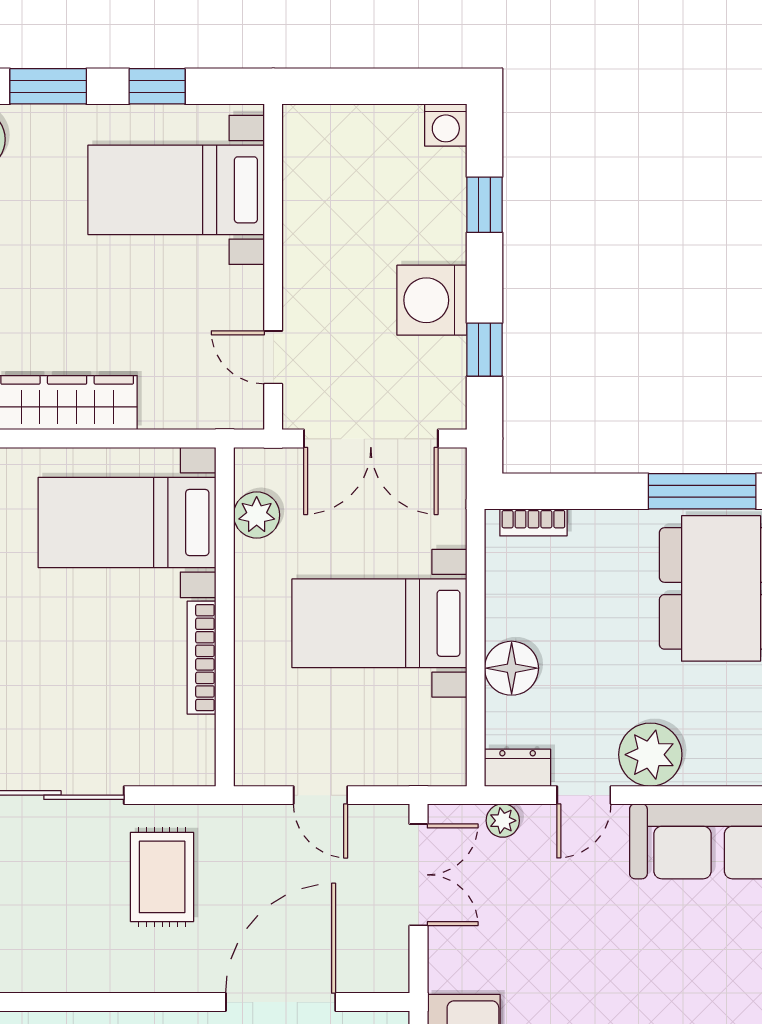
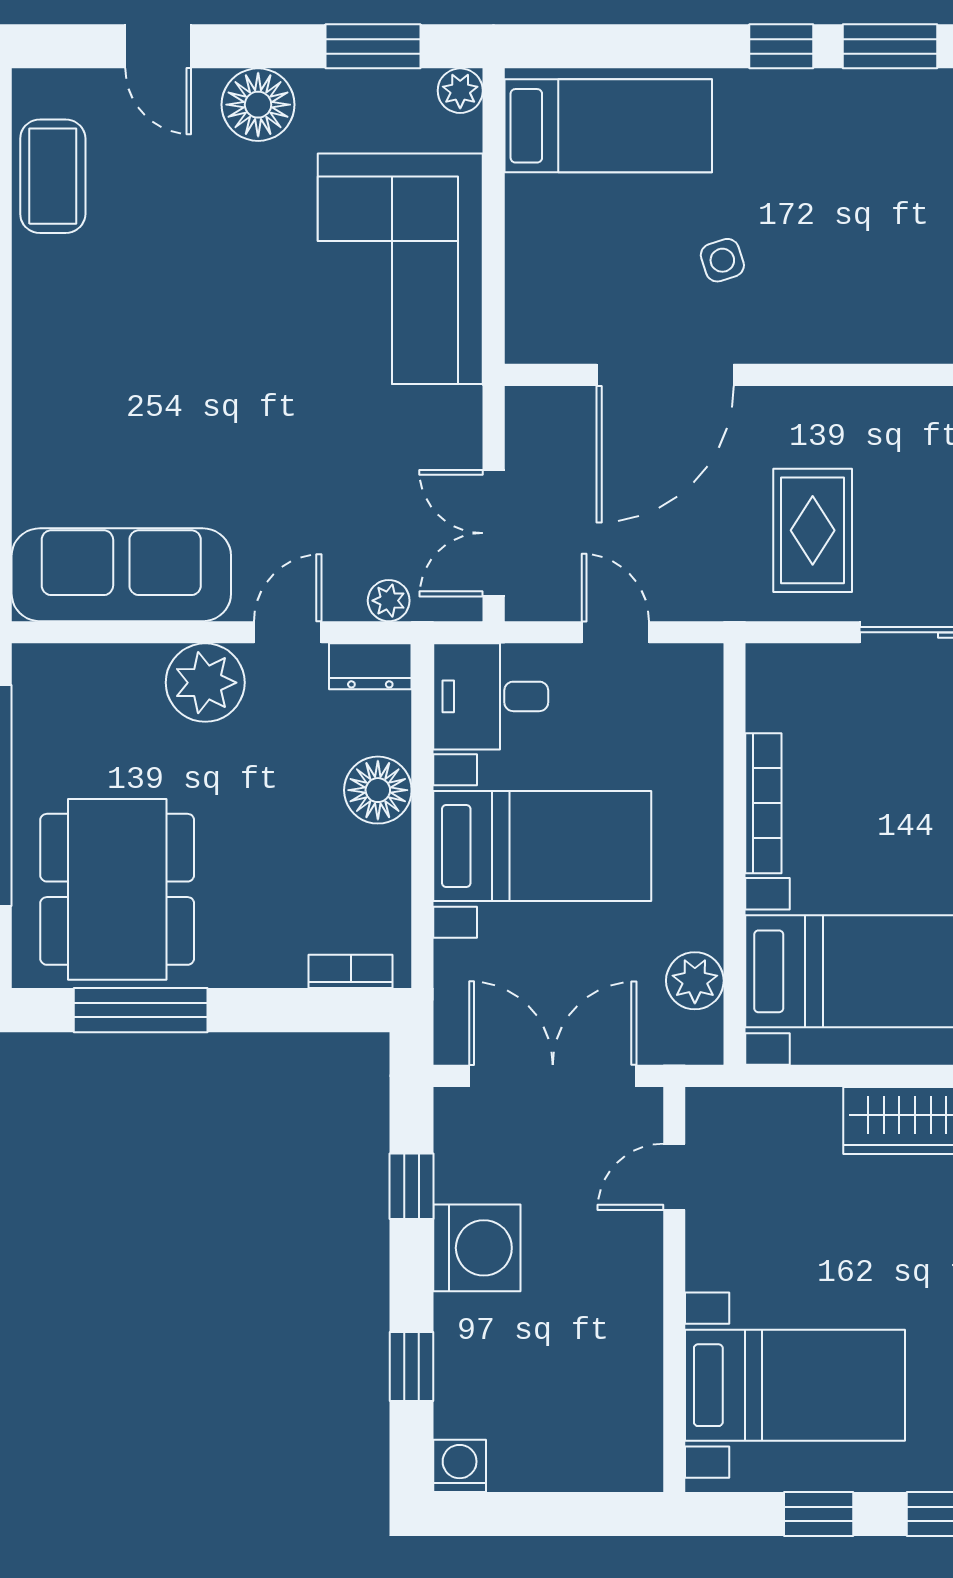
door: (273, 357) -> (674, 1177), swing flipped
desk: (421, 743) -> (491, 696), added

